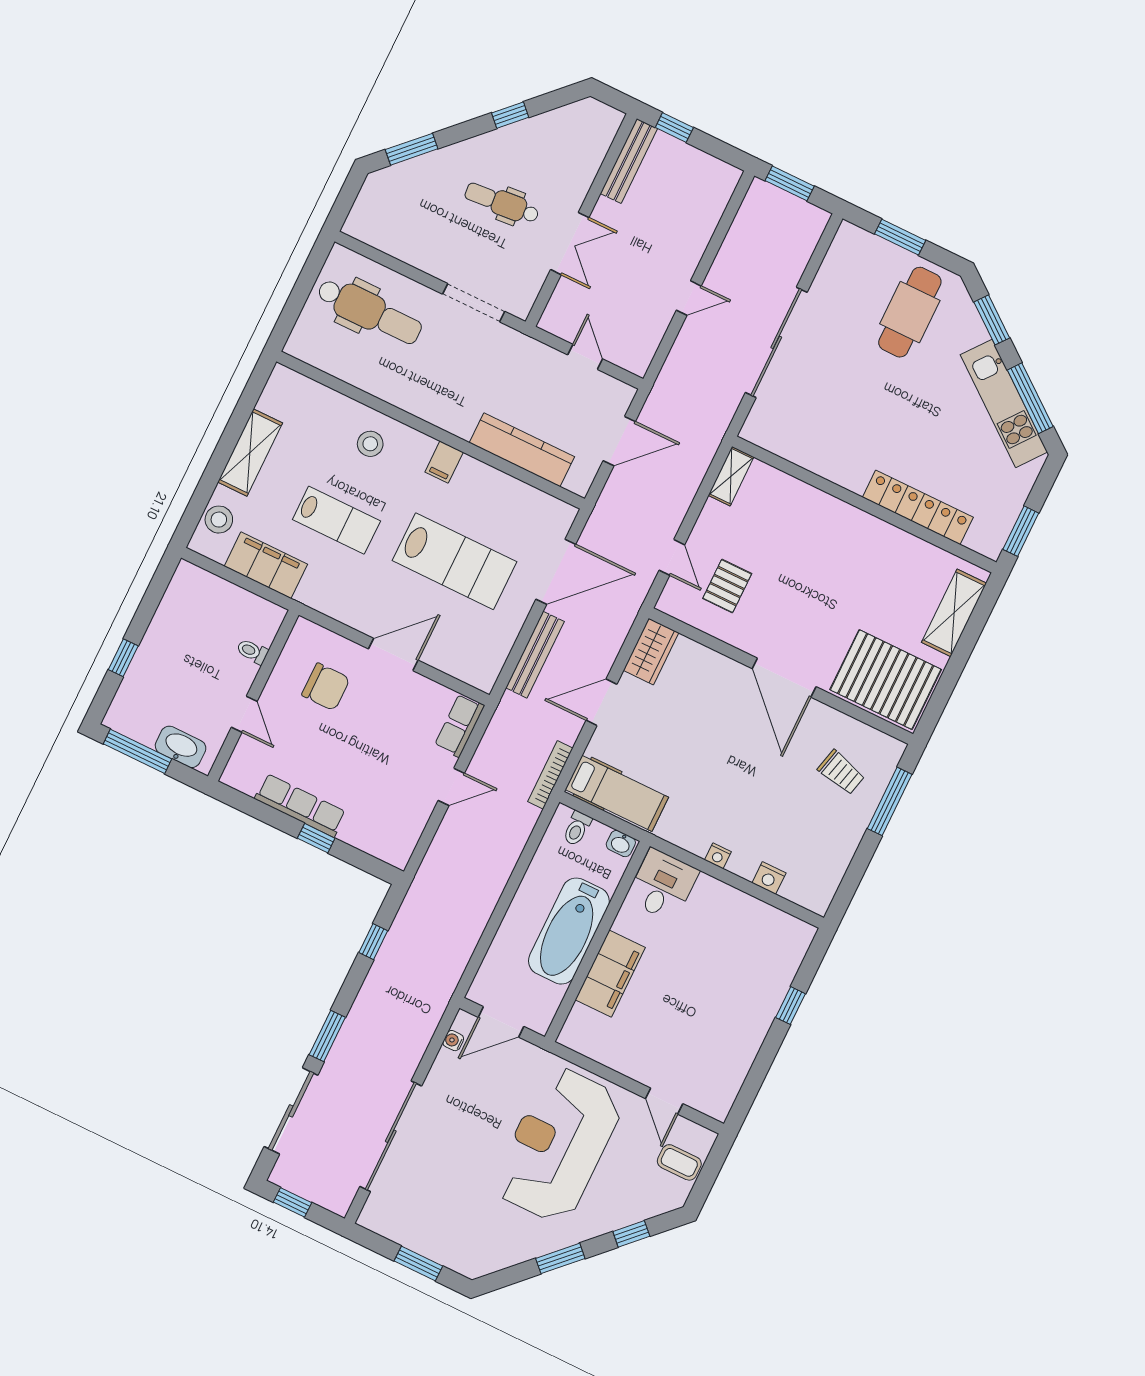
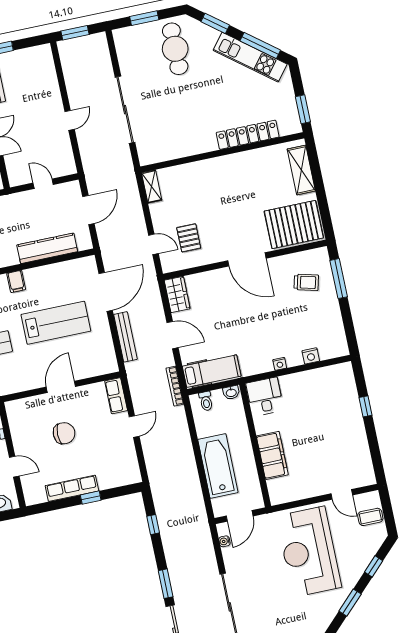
chair: (326, 687) -> (64, 433), moved
door: (601, 702) -> (173, 335), swing flipped
bathtub: (569, 931) -> (218, 466), moved, turned 180

